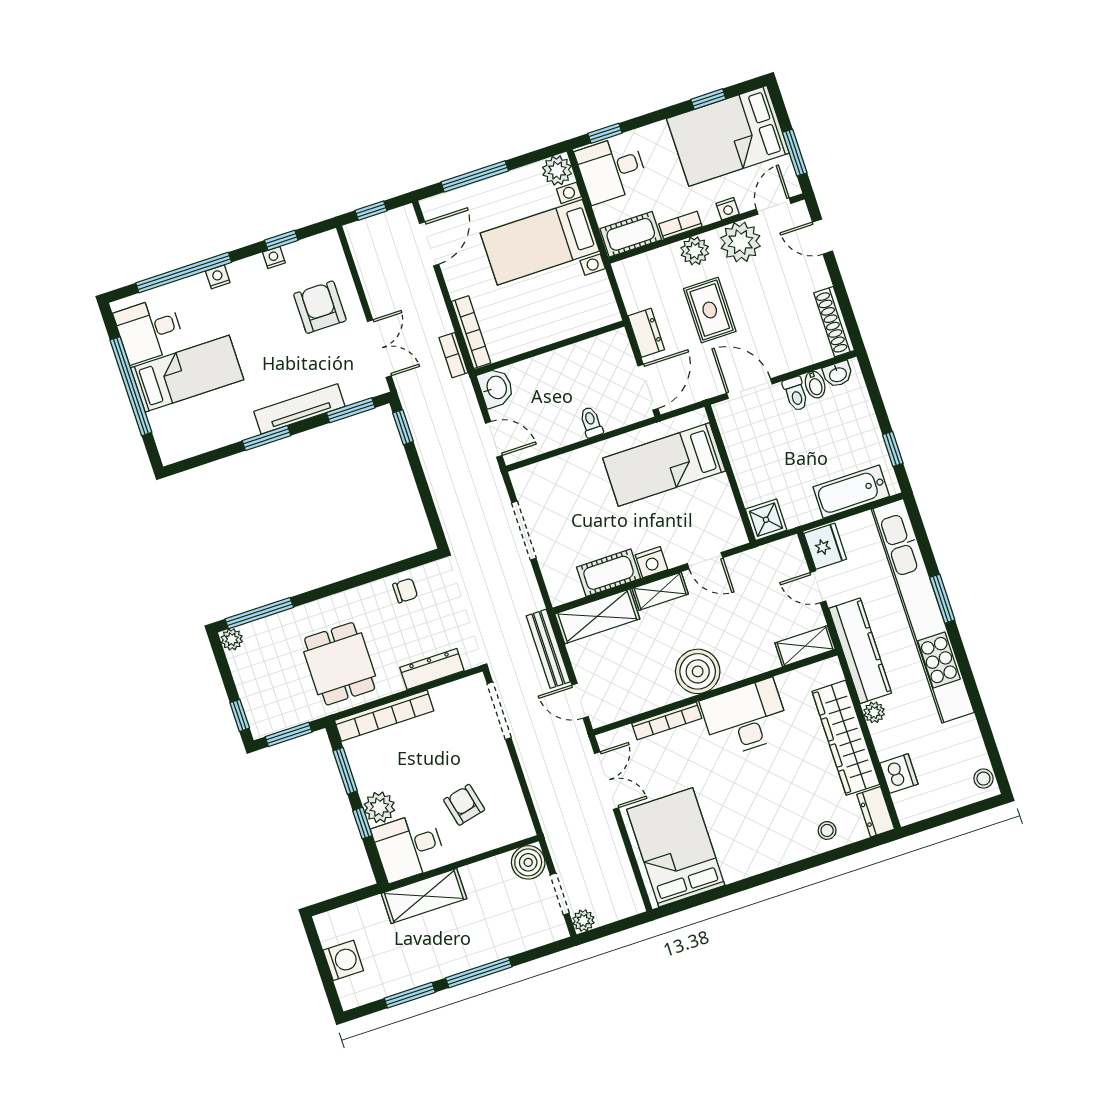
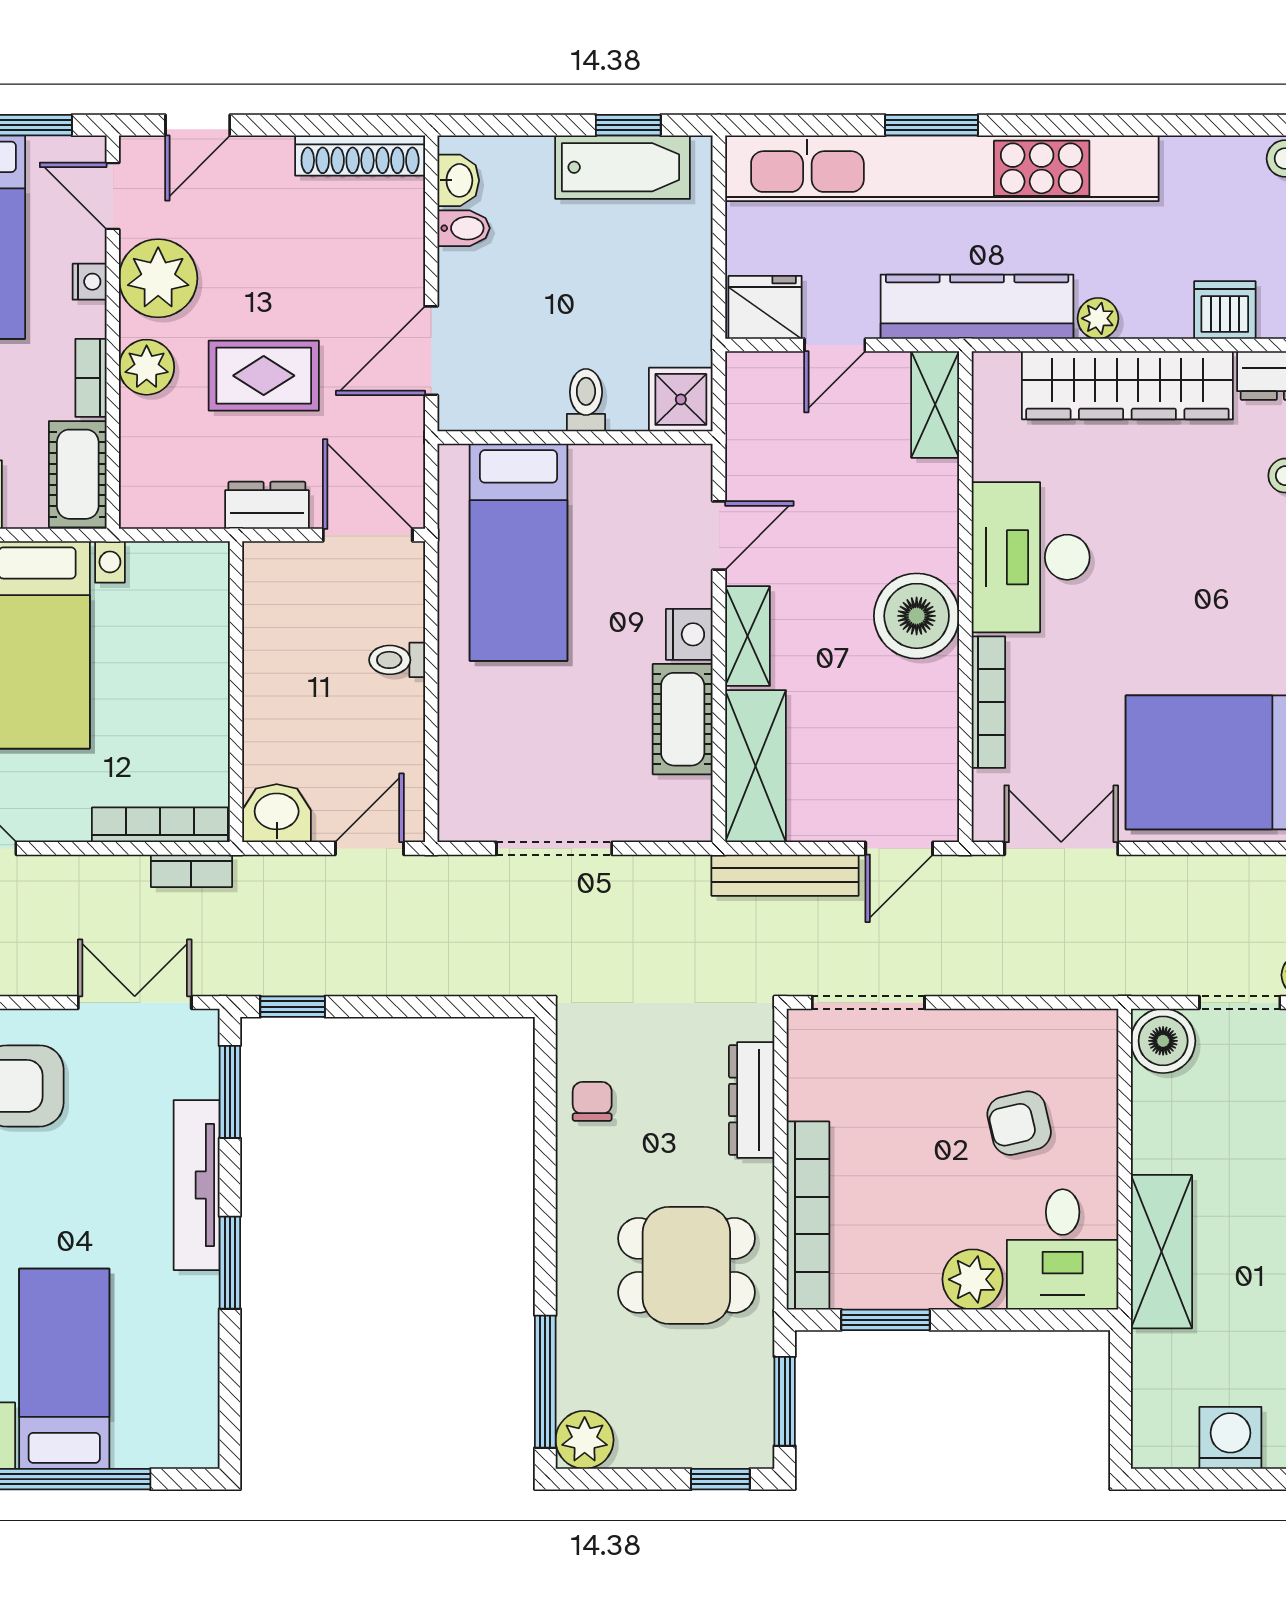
toilet: (796, 394) -> (586, 400), moved, turned -90
bathtub: (851, 492) -> (623, 167), moved, turned -90
plant: (232, 639) -> (585, 1440), width x1.38, depth x1.38
window: (362, 823) -> (991, 1320), removed

